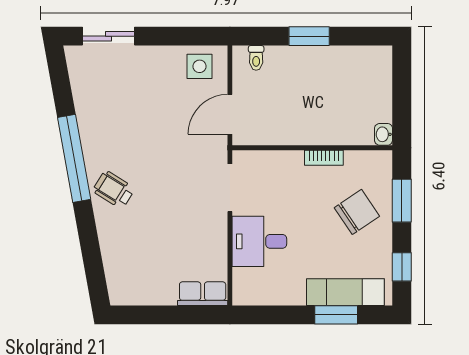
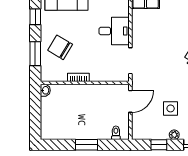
window: (178, 36) -> (159, 145), added
plant: (151, 54) -> (174, 135), added
side table: (200, 66) -> (171, 108), moved
chair: (357, 212) -> (60, 47), turned 65

